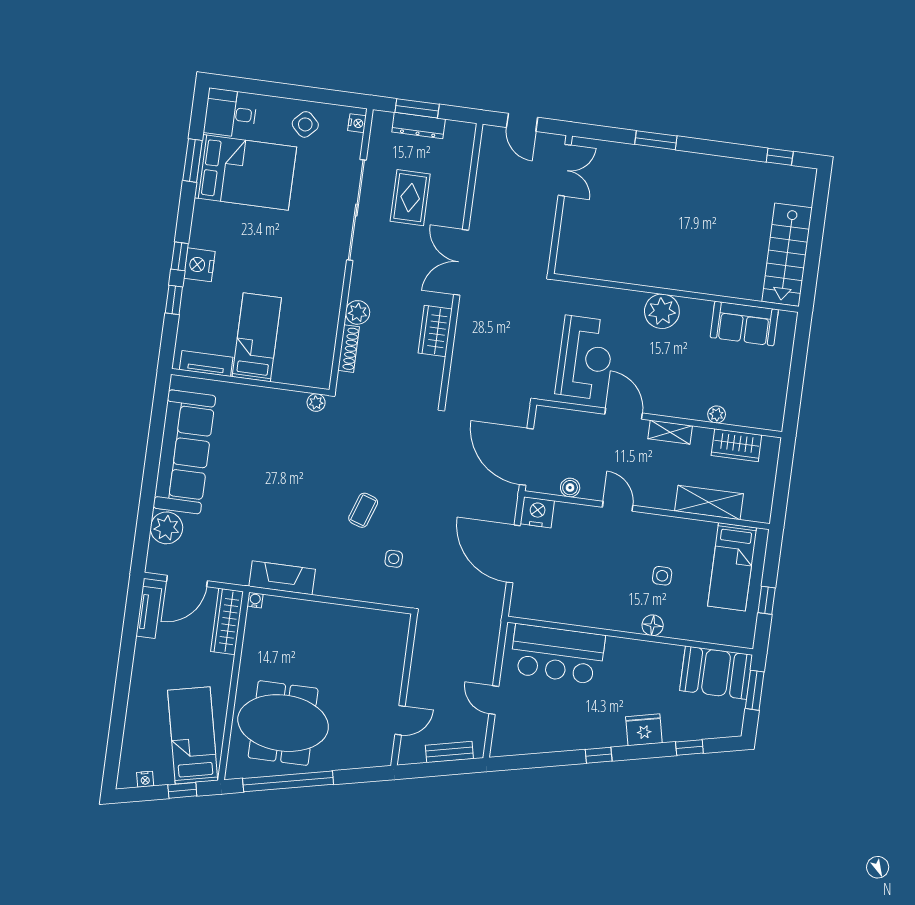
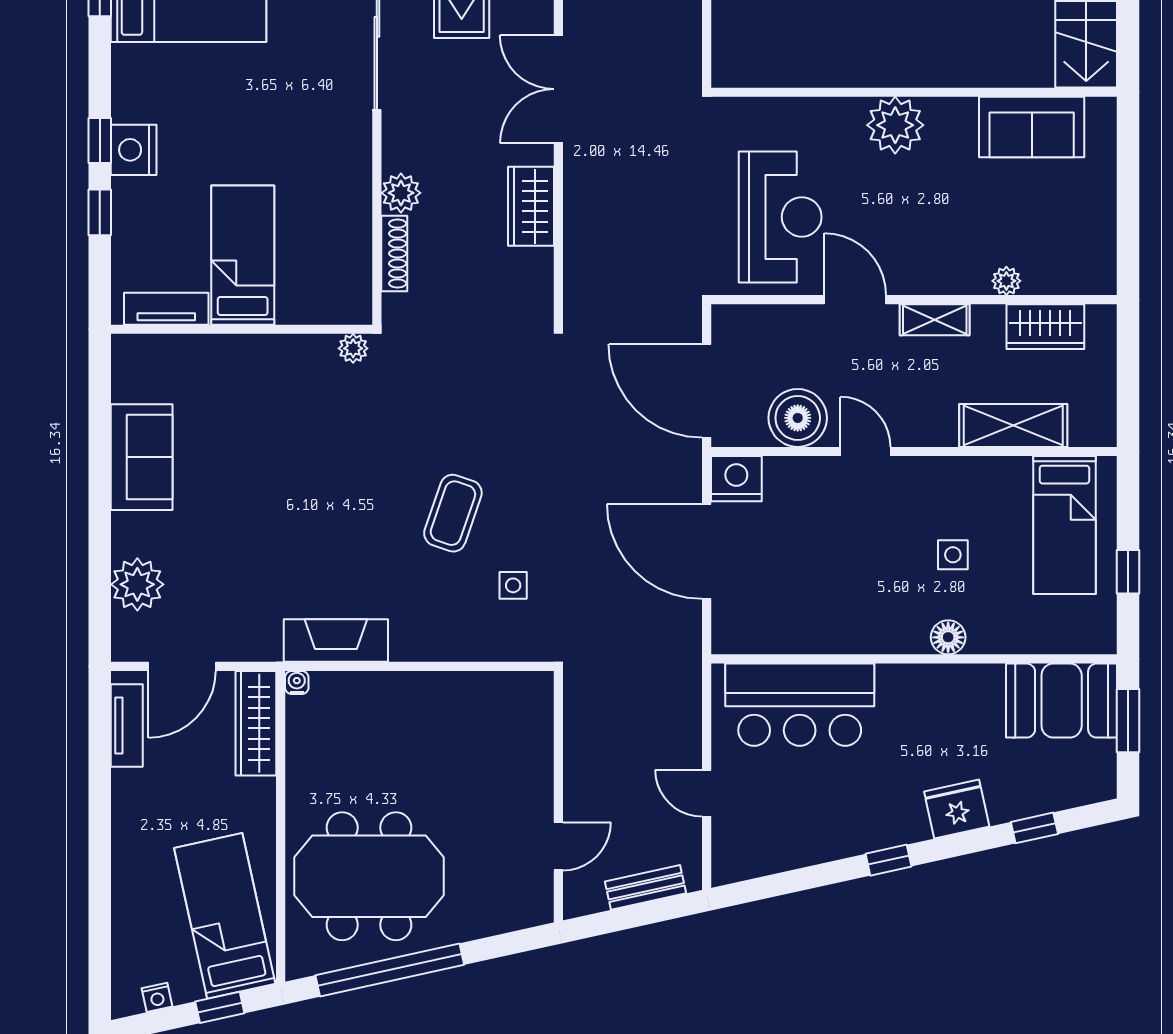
sofa: (184, 452) -> (142, 457), width x0.54, depth x0.79
boiler: (570, 488) -> (798, 418), width x1.86, depth x1.86
coffee table: (363, 510) -> (453, 513), width x1.36, depth x1.30

